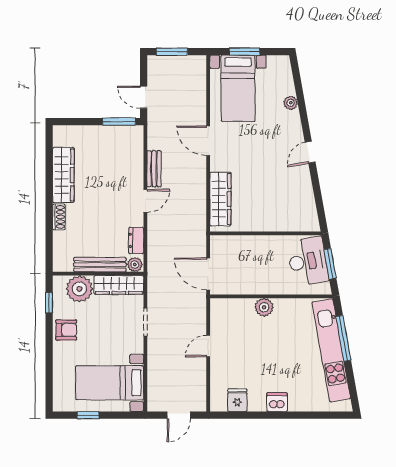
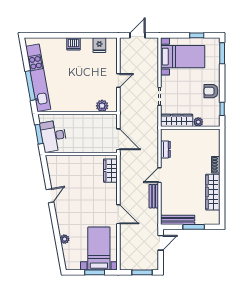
door: (144, 97) -> (161, 243), hinge flipped
window: (119, 122) -> (194, 227), moved
door: (310, 152) -> (50, 196), moved
wardrobe: (220, 199) -> (110, 171), width x0.67
bench: (100, 265) -> (178, 220), moved
plant: (135, 265) -> (166, 134), removed
door: (208, 274) -> (118, 139), moved
plant: (79, 289) -> (198, 122), width x0.53, depth x0.53
plant: (264, 307) -> (102, 106), moved
window: (49, 388) -> (222, 53), added

